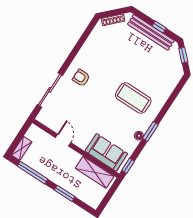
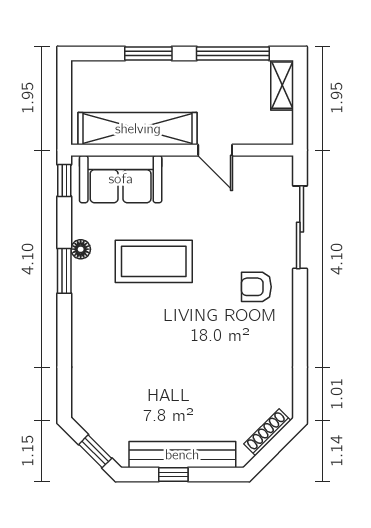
armchair: (81, 78) -> (256, 287), turned 180
coffee table: (133, 98) -> (154, 261), moved
shelving: (95, 172) -> (138, 129), width x1.47

